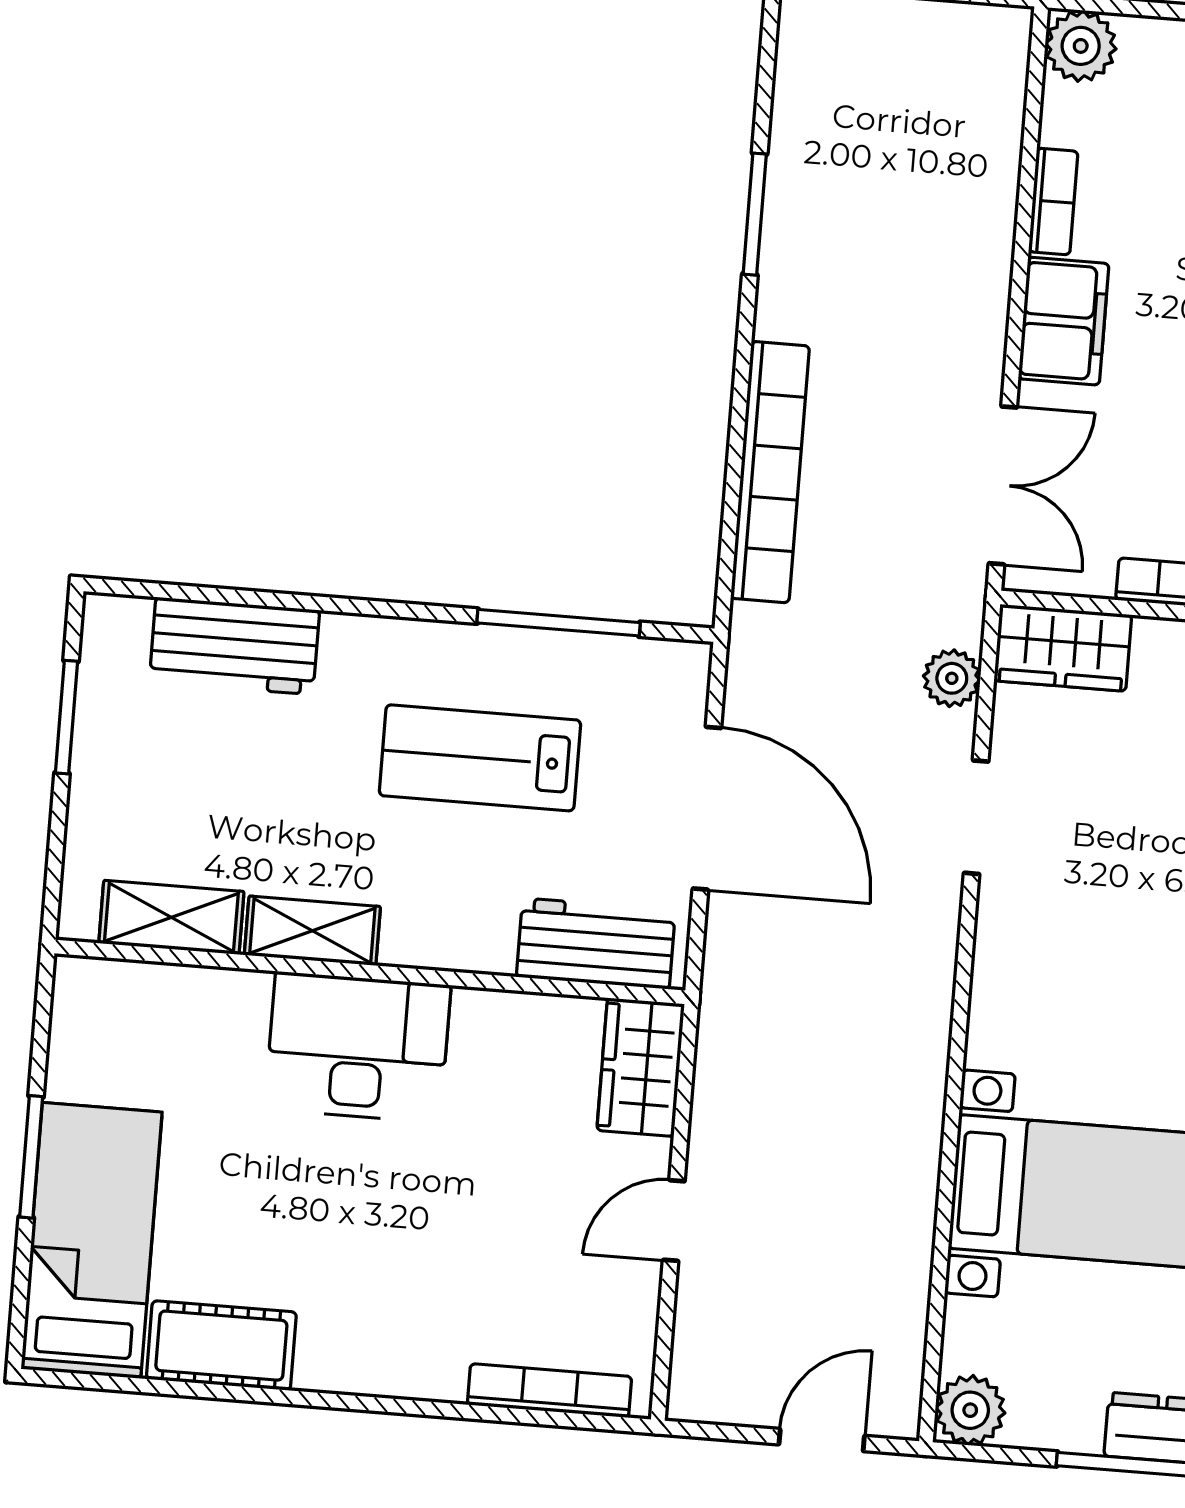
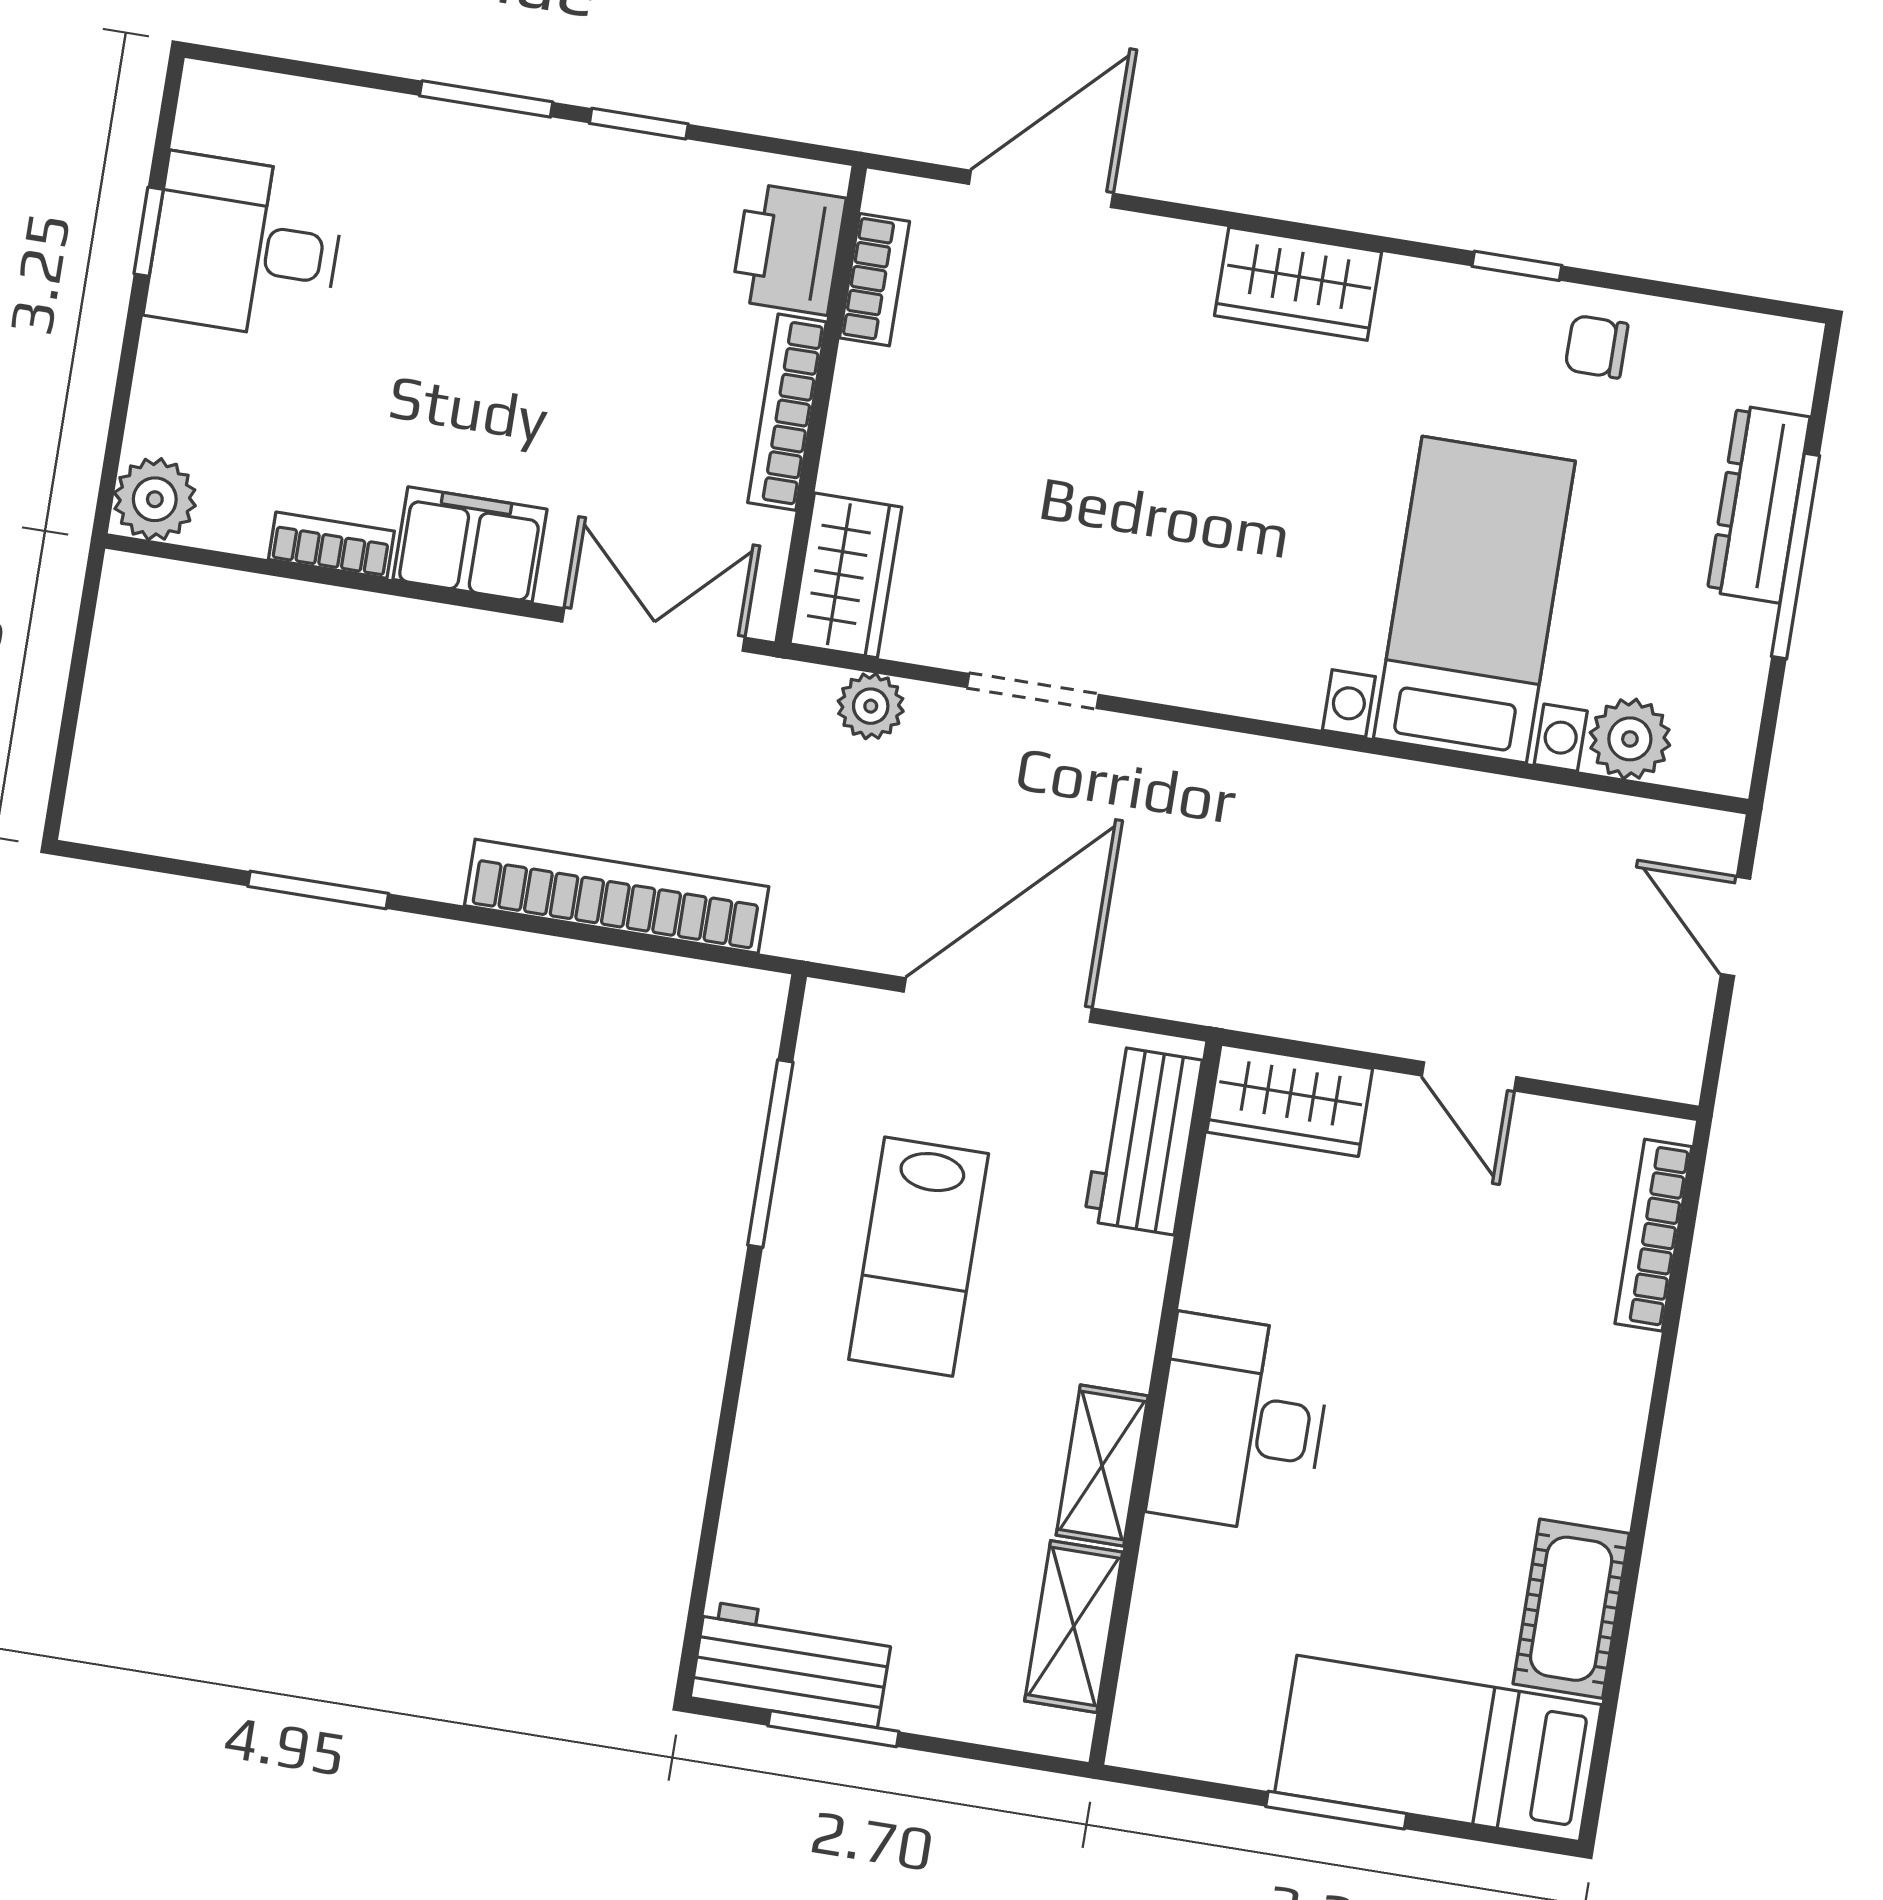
workbench: (234, 646) -> (792, 1664), moved, turned -90
plant: (970, 1410) -> (1630, 739), moved

